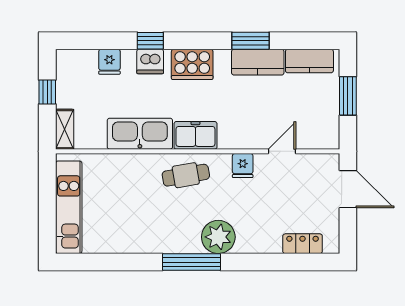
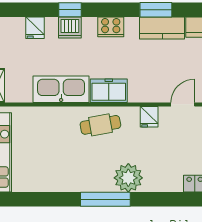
cooker: (192, 64) -> (111, 27), width x0.73, depth x0.76

